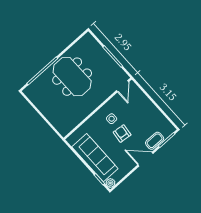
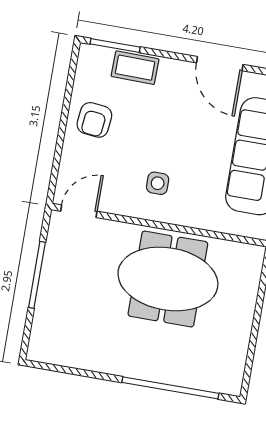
meeting table: (72, 77) -> (168, 279), moved, turned 90
armchair: (122, 133) -> (94, 120), moved
door: (145, 159) -> (220, 64), moved

